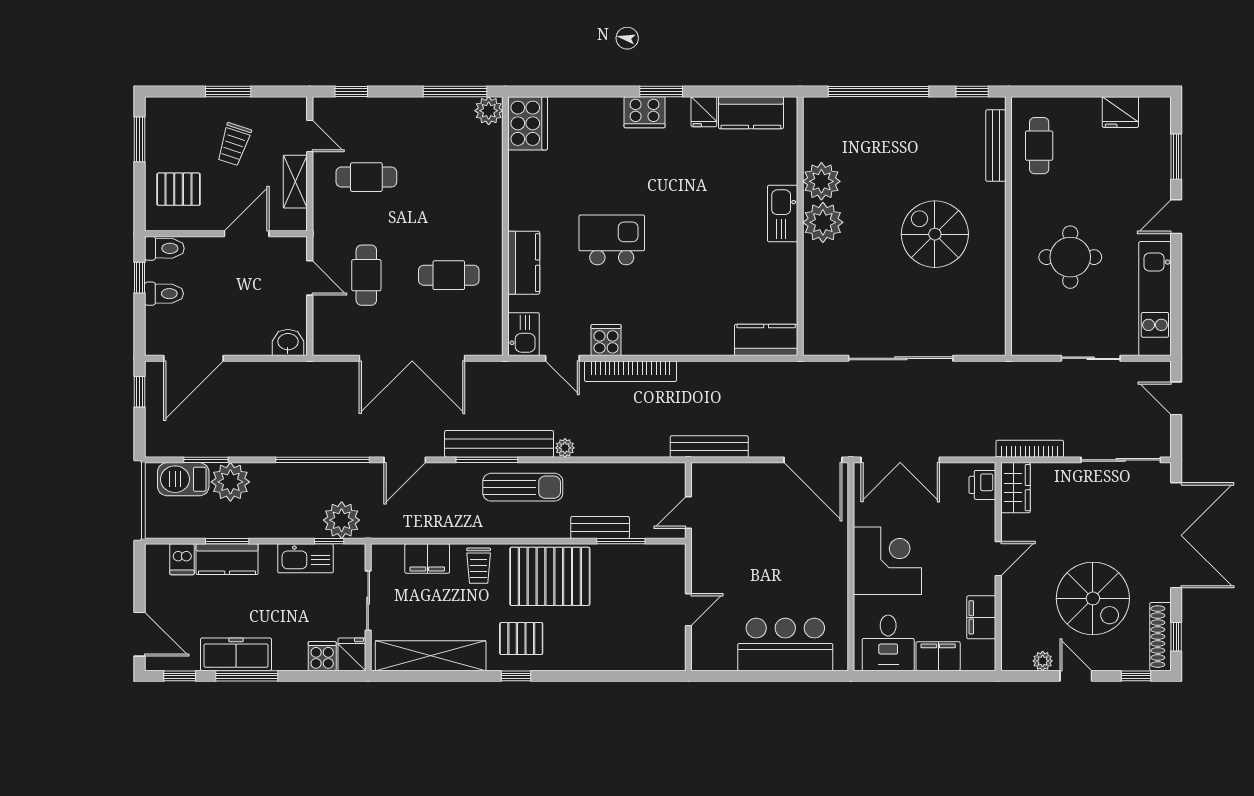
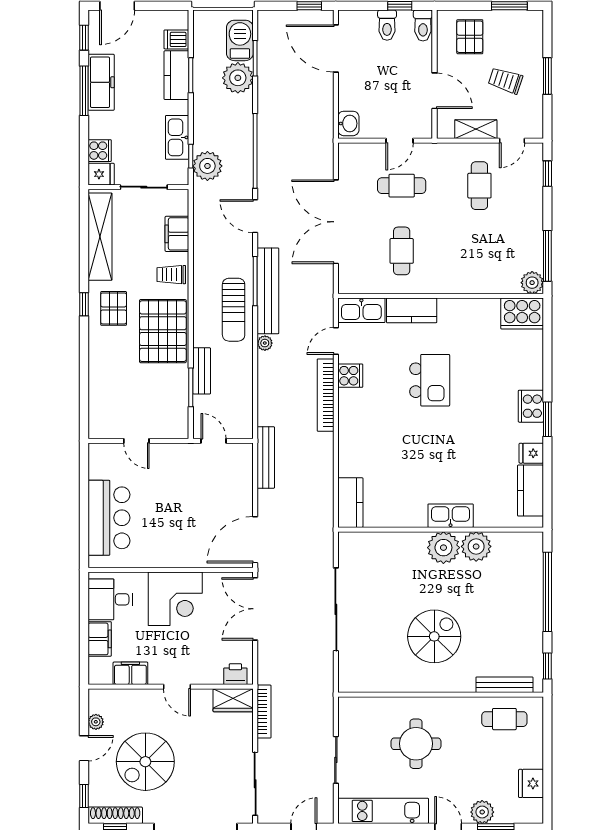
plant: (1156, 174) -> (482, 812), added
kitchen sink: (524, 334) -> (361, 310), width x1.38

